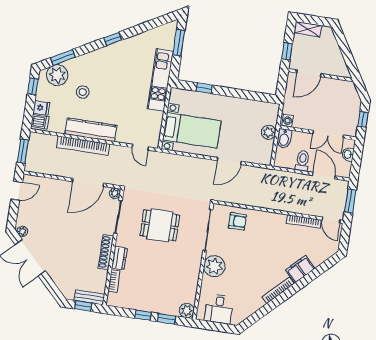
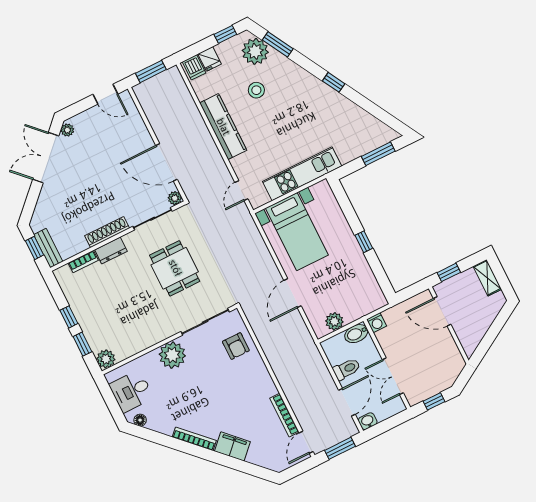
kitchen unit: (160, 80) -> (302, 174), moved
window: (204, 88) -> (364, 242), moved
plant: (269, 132) -> (334, 321), moved
bookcase: (83, 146) -> (201, 130), removed
washbasin: (348, 154) -> (368, 421), moved
door: (229, 161) -> (293, 293), hinge flipped
floor lamp: (241, 316) -> (140, 420), added

